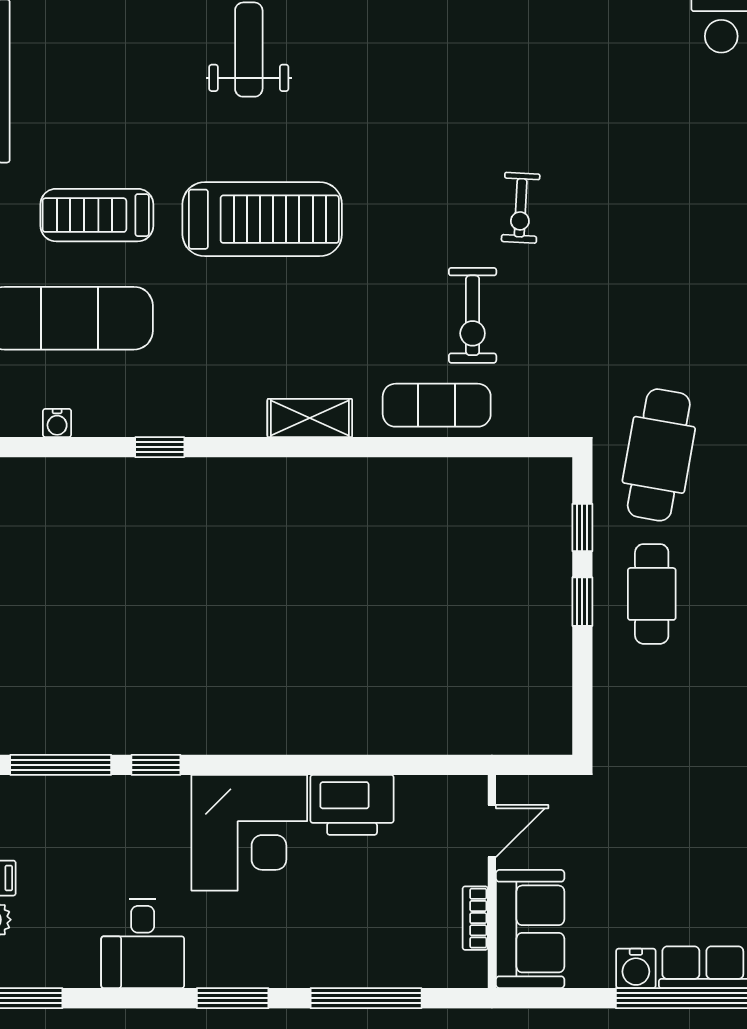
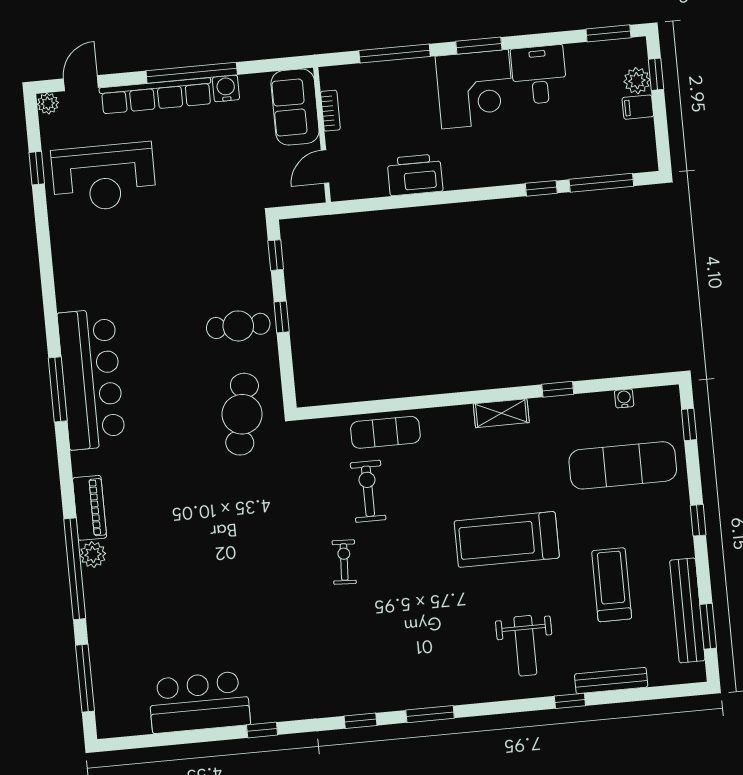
treadmill: (97, 215) -> (612, 585), moved, turned -90
shelving: (310, 418) -> (501, 413), moved
window: (582, 527) -> (276, 255), moved
cafe table: (652, 594) -> (238, 326), turned 90
corner desk: (249, 833) -> (475, 89), moved, turned 180

